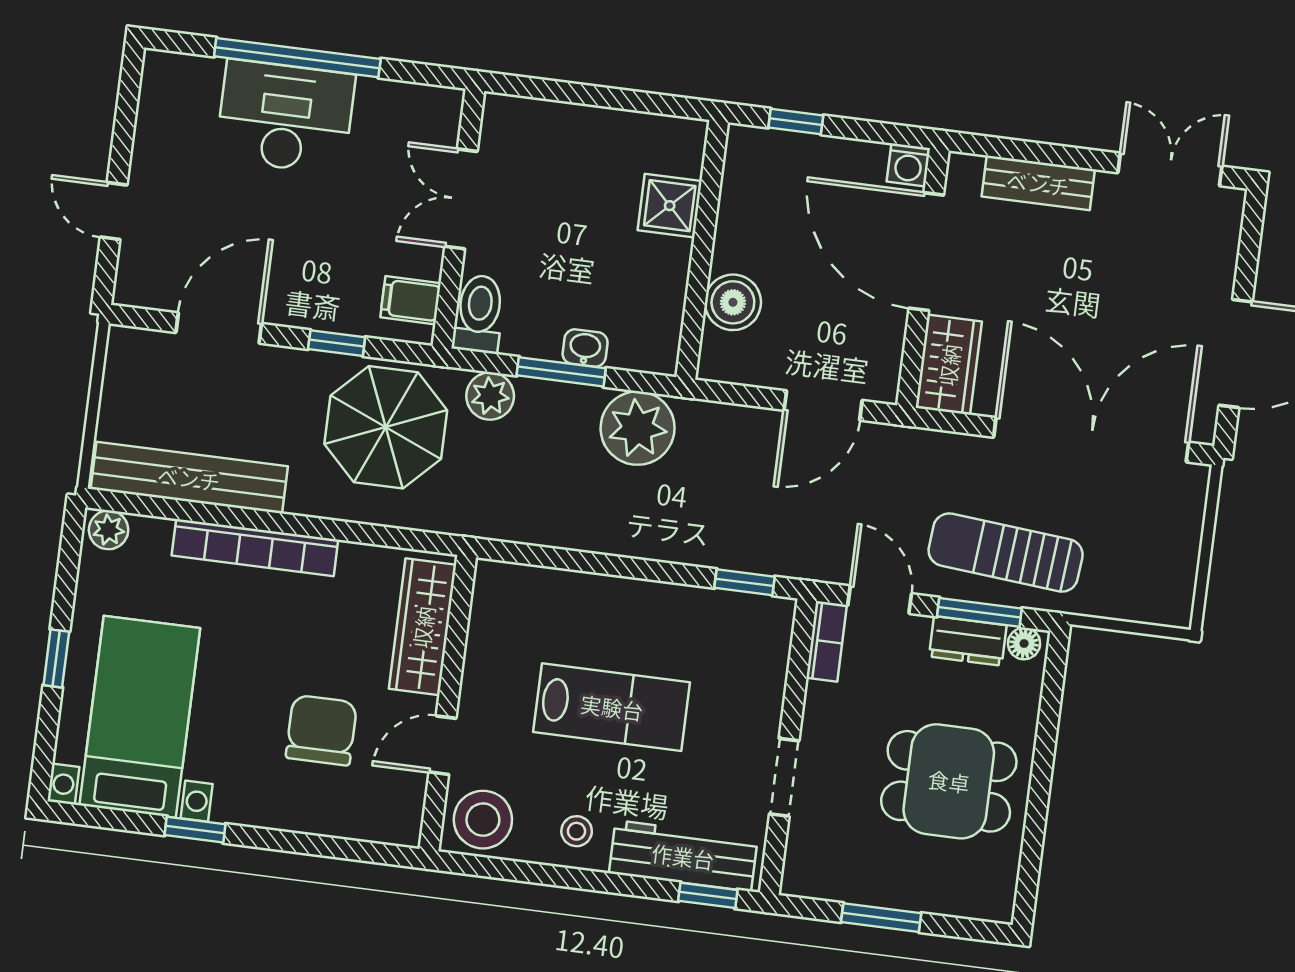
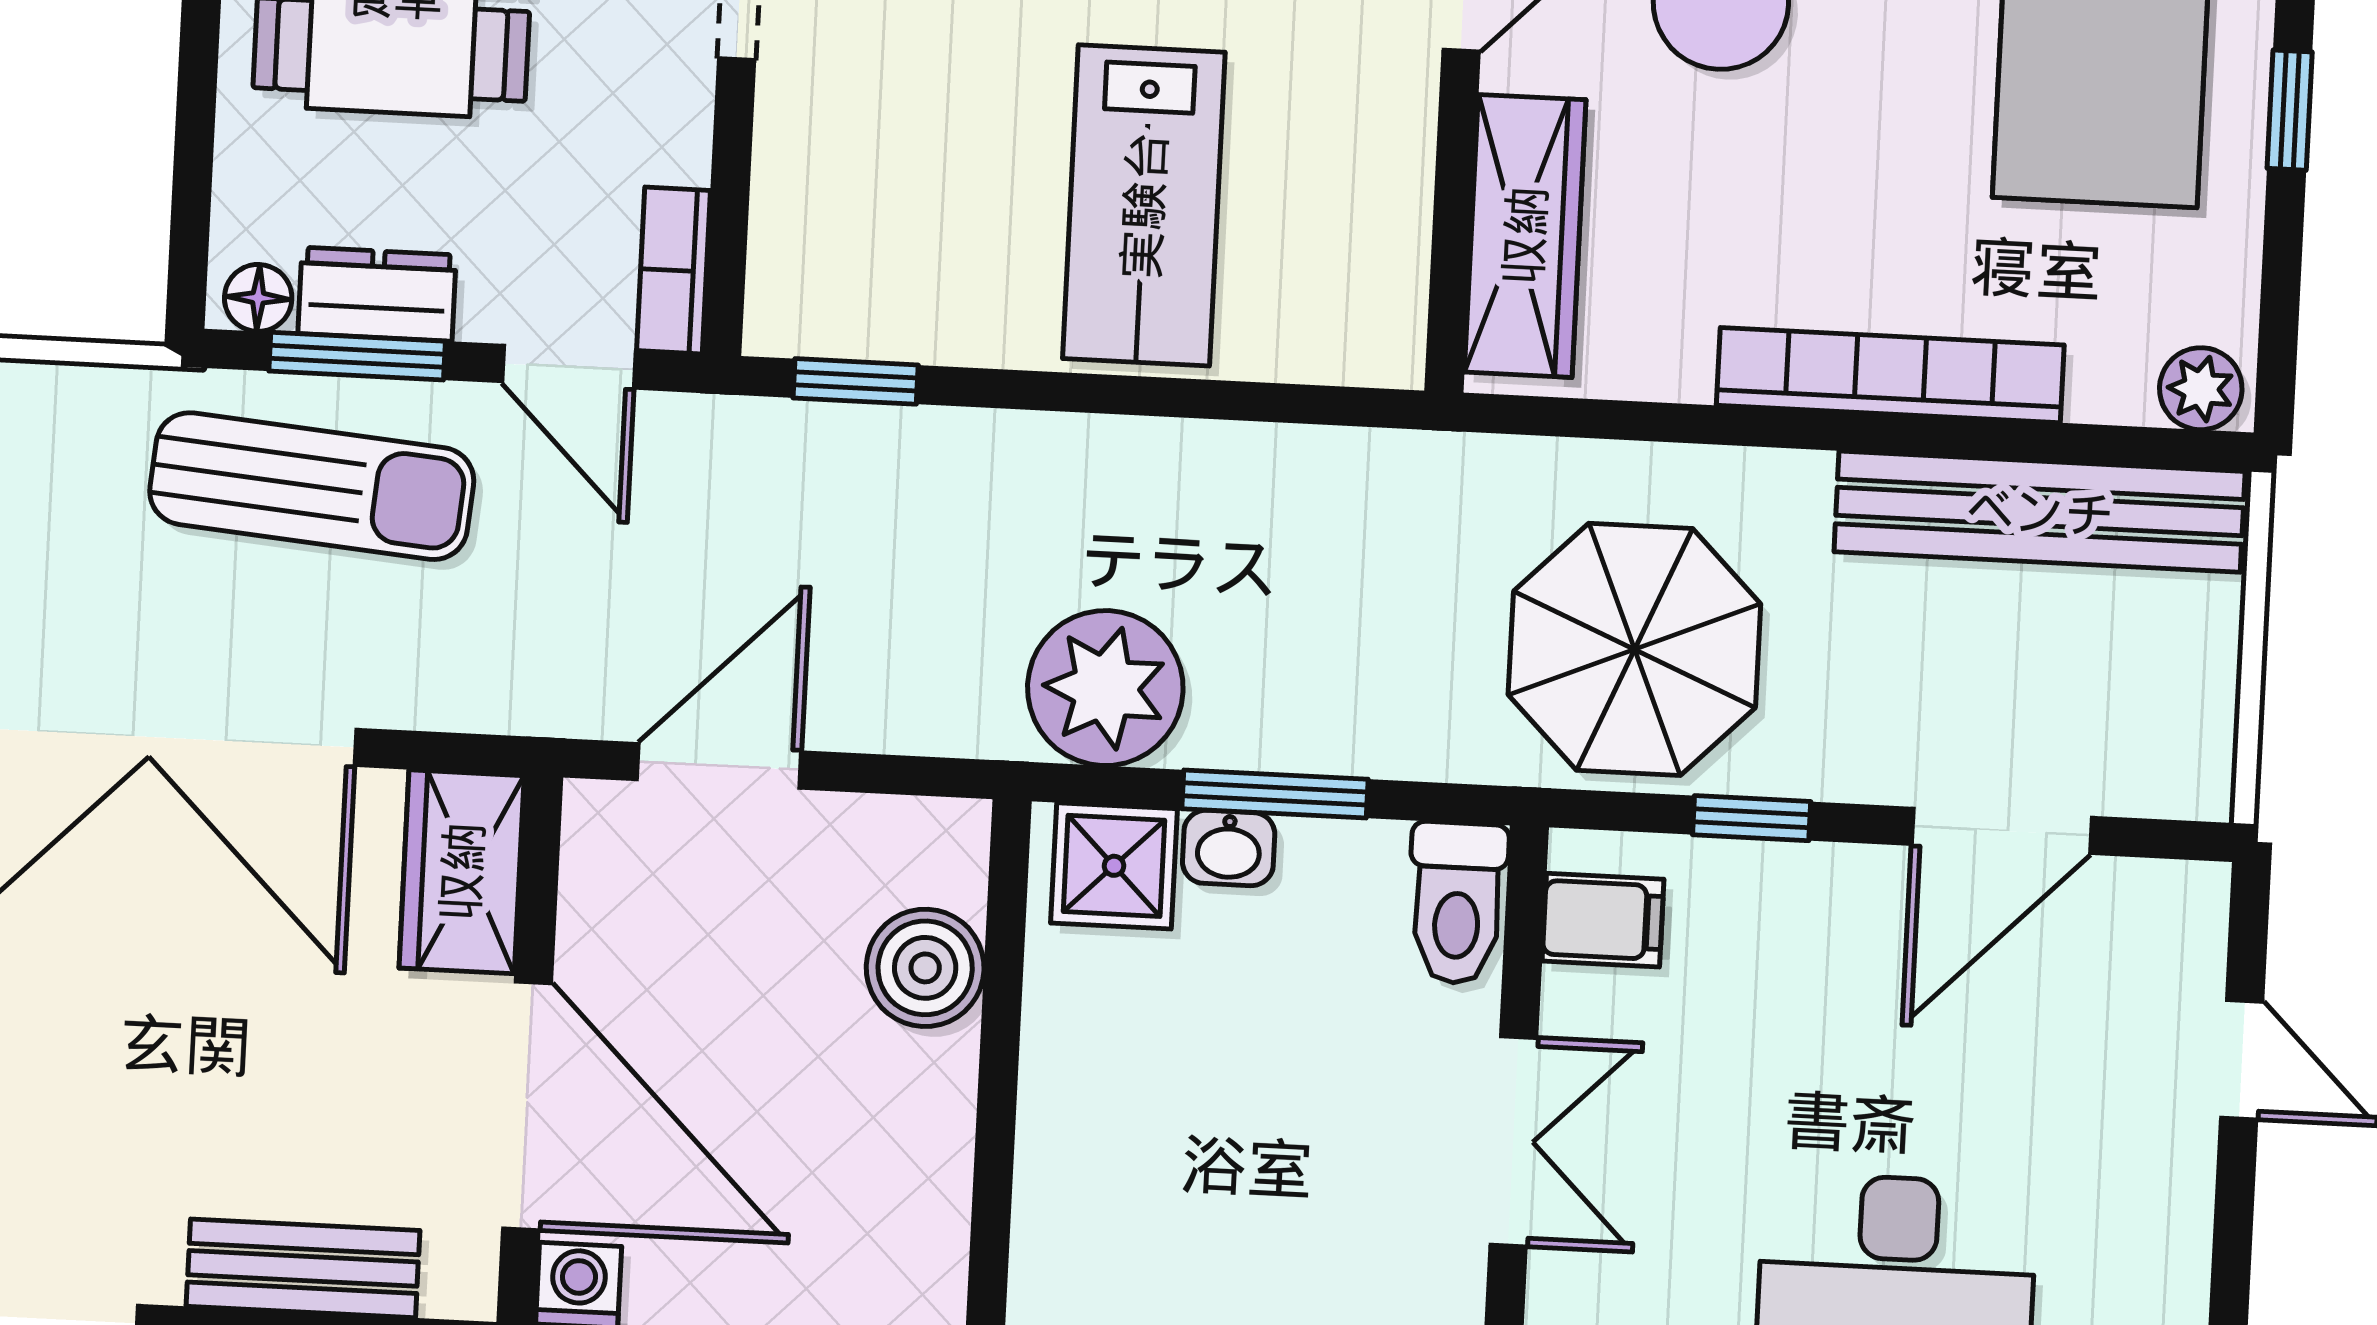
shower: (670, 206) -> (1114, 866), moved
plant: (490, 396) -> (1420, 732), removed
lab bench: (612, 707) -> (1144, 205), moved, turned -90

